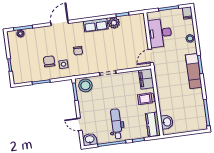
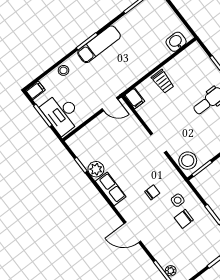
desk: (160, 33) -> (62, 113), moved, turned 90
filing cabinet: (146, 79) -> (134, 98), width x0.50
kitchen counter: (153, 124) -> (188, 56), removed

